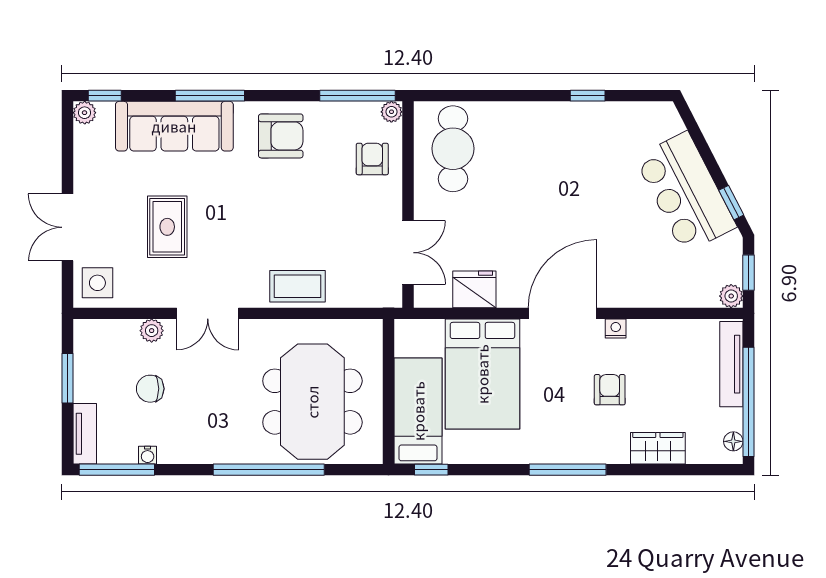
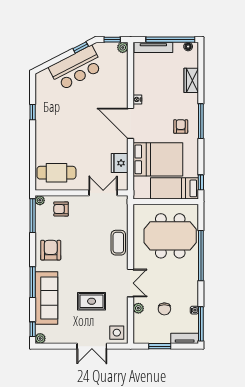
armchair: (610, 390) -> (181, 126), moved, turned 90

